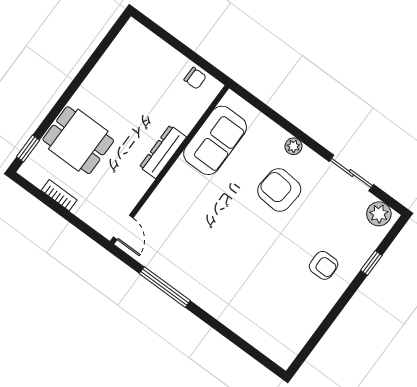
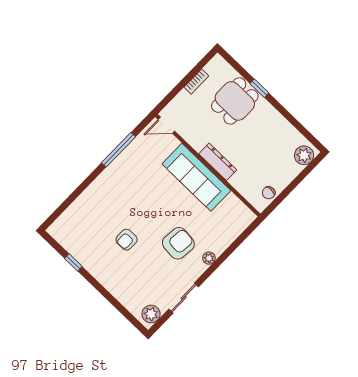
plant: (138, 37) -> (304, 155), added
sofa: (215, 140) -> (196, 177), moved, width x1.36
window: (28, 148) -> (259, 88), moved
window: (371, 263) -> (73, 262), moved
armchair: (324, 265) -> (127, 240), moved

